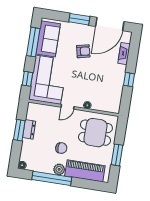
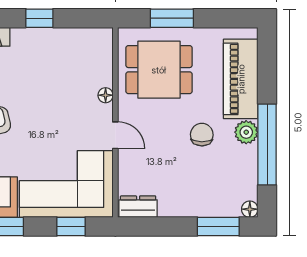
dresser: (29, 129) -> (138, 207), moved
window: (19, 130) -> (218, 227), moved
dining table: (95, 133) -> (159, 70), turned 90
window: (117, 155) -> (172, 18), moved

